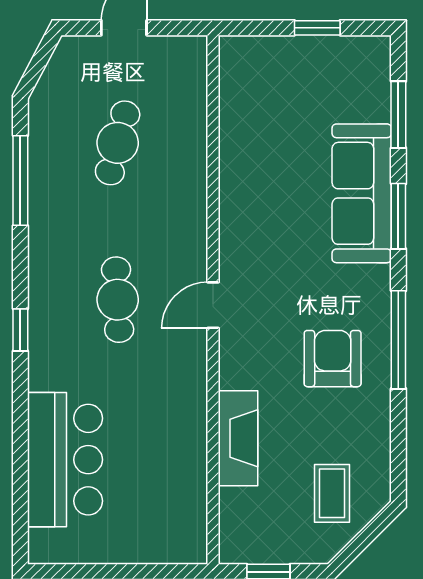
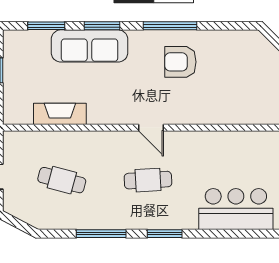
window: (20, 181) -> (101, 234), moved
window: (20, 330) -> (165, 234), width x1.50
fireplace: (238, 438) -> (60, 114), moved
coffee table: (332, 493) -> (254, 62), removed

